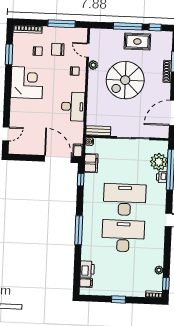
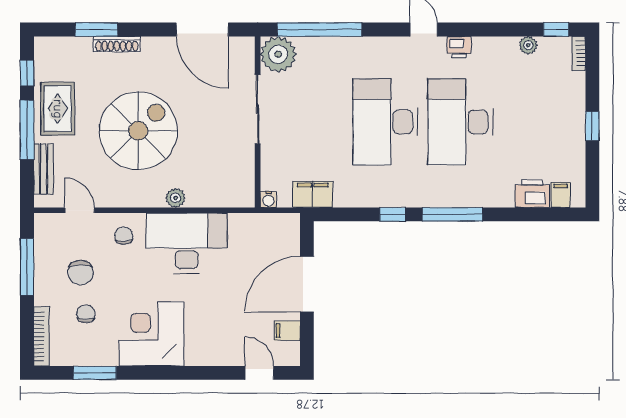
door: (88, 50) -> (80, 210), swing flipped
plant: (93, 65) -> (176, 198), moved
spiral stairs: (125, 80) -> (138, 131), turned -90
desk: (73, 107) -> (187, 243), width x1.36, depth x1.30
bench: (98, 131) -> (43, 169), moved
filing cabinet: (78, 150) -> (287, 331), moved
door: (58, 159) -> (307, 284), moved
plant: (159, 162) -> (278, 54), moved
printer: (162, 177) -> (459, 47), moved
window: (81, 180) -> (393, 214), moved

